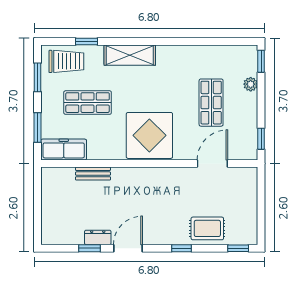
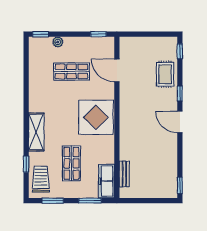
bench: (93, 174) -> (124, 174), moved
dresser: (98, 237) -> (172, 156), removed
window: (89, 248) -> (180, 185), moved
door: (128, 248) -> (180, 122), moved

